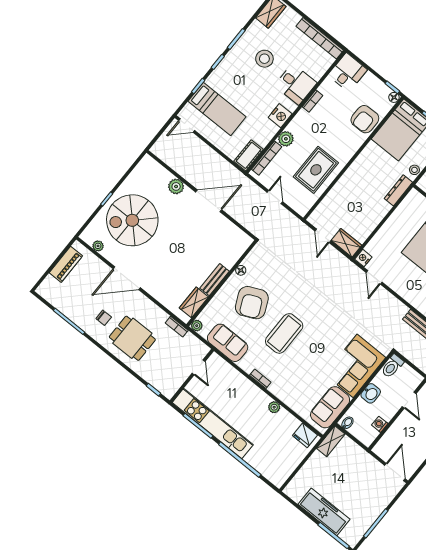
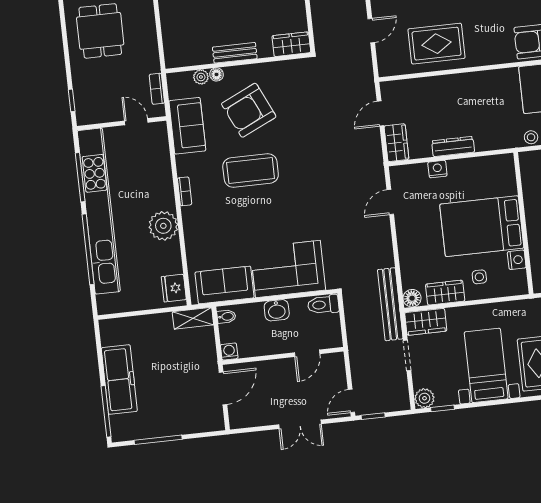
dresser: (398, 190) -> (453, 146), moved
nightstand: (363, 258) -> (437, 169), moved
floor lamp: (241, 270) -> (217, 74), moved
wardrobe: (194, 302) -> (291, 44), moved
plant: (197, 326) -> (201, 77), moved
bookcase: (177, 327) -> (157, 89), moved
door: (199, 367) -> (136, 122), swing flipped
plant: (274, 407) -> (163, 226), width x1.87, depth x1.87
kitchen unit: (213, 424) -> (99, 211), width x1.36
washing machine: (380, 424) -> (229, 352), moved
door: (395, 472) -> (223, 388), moved

